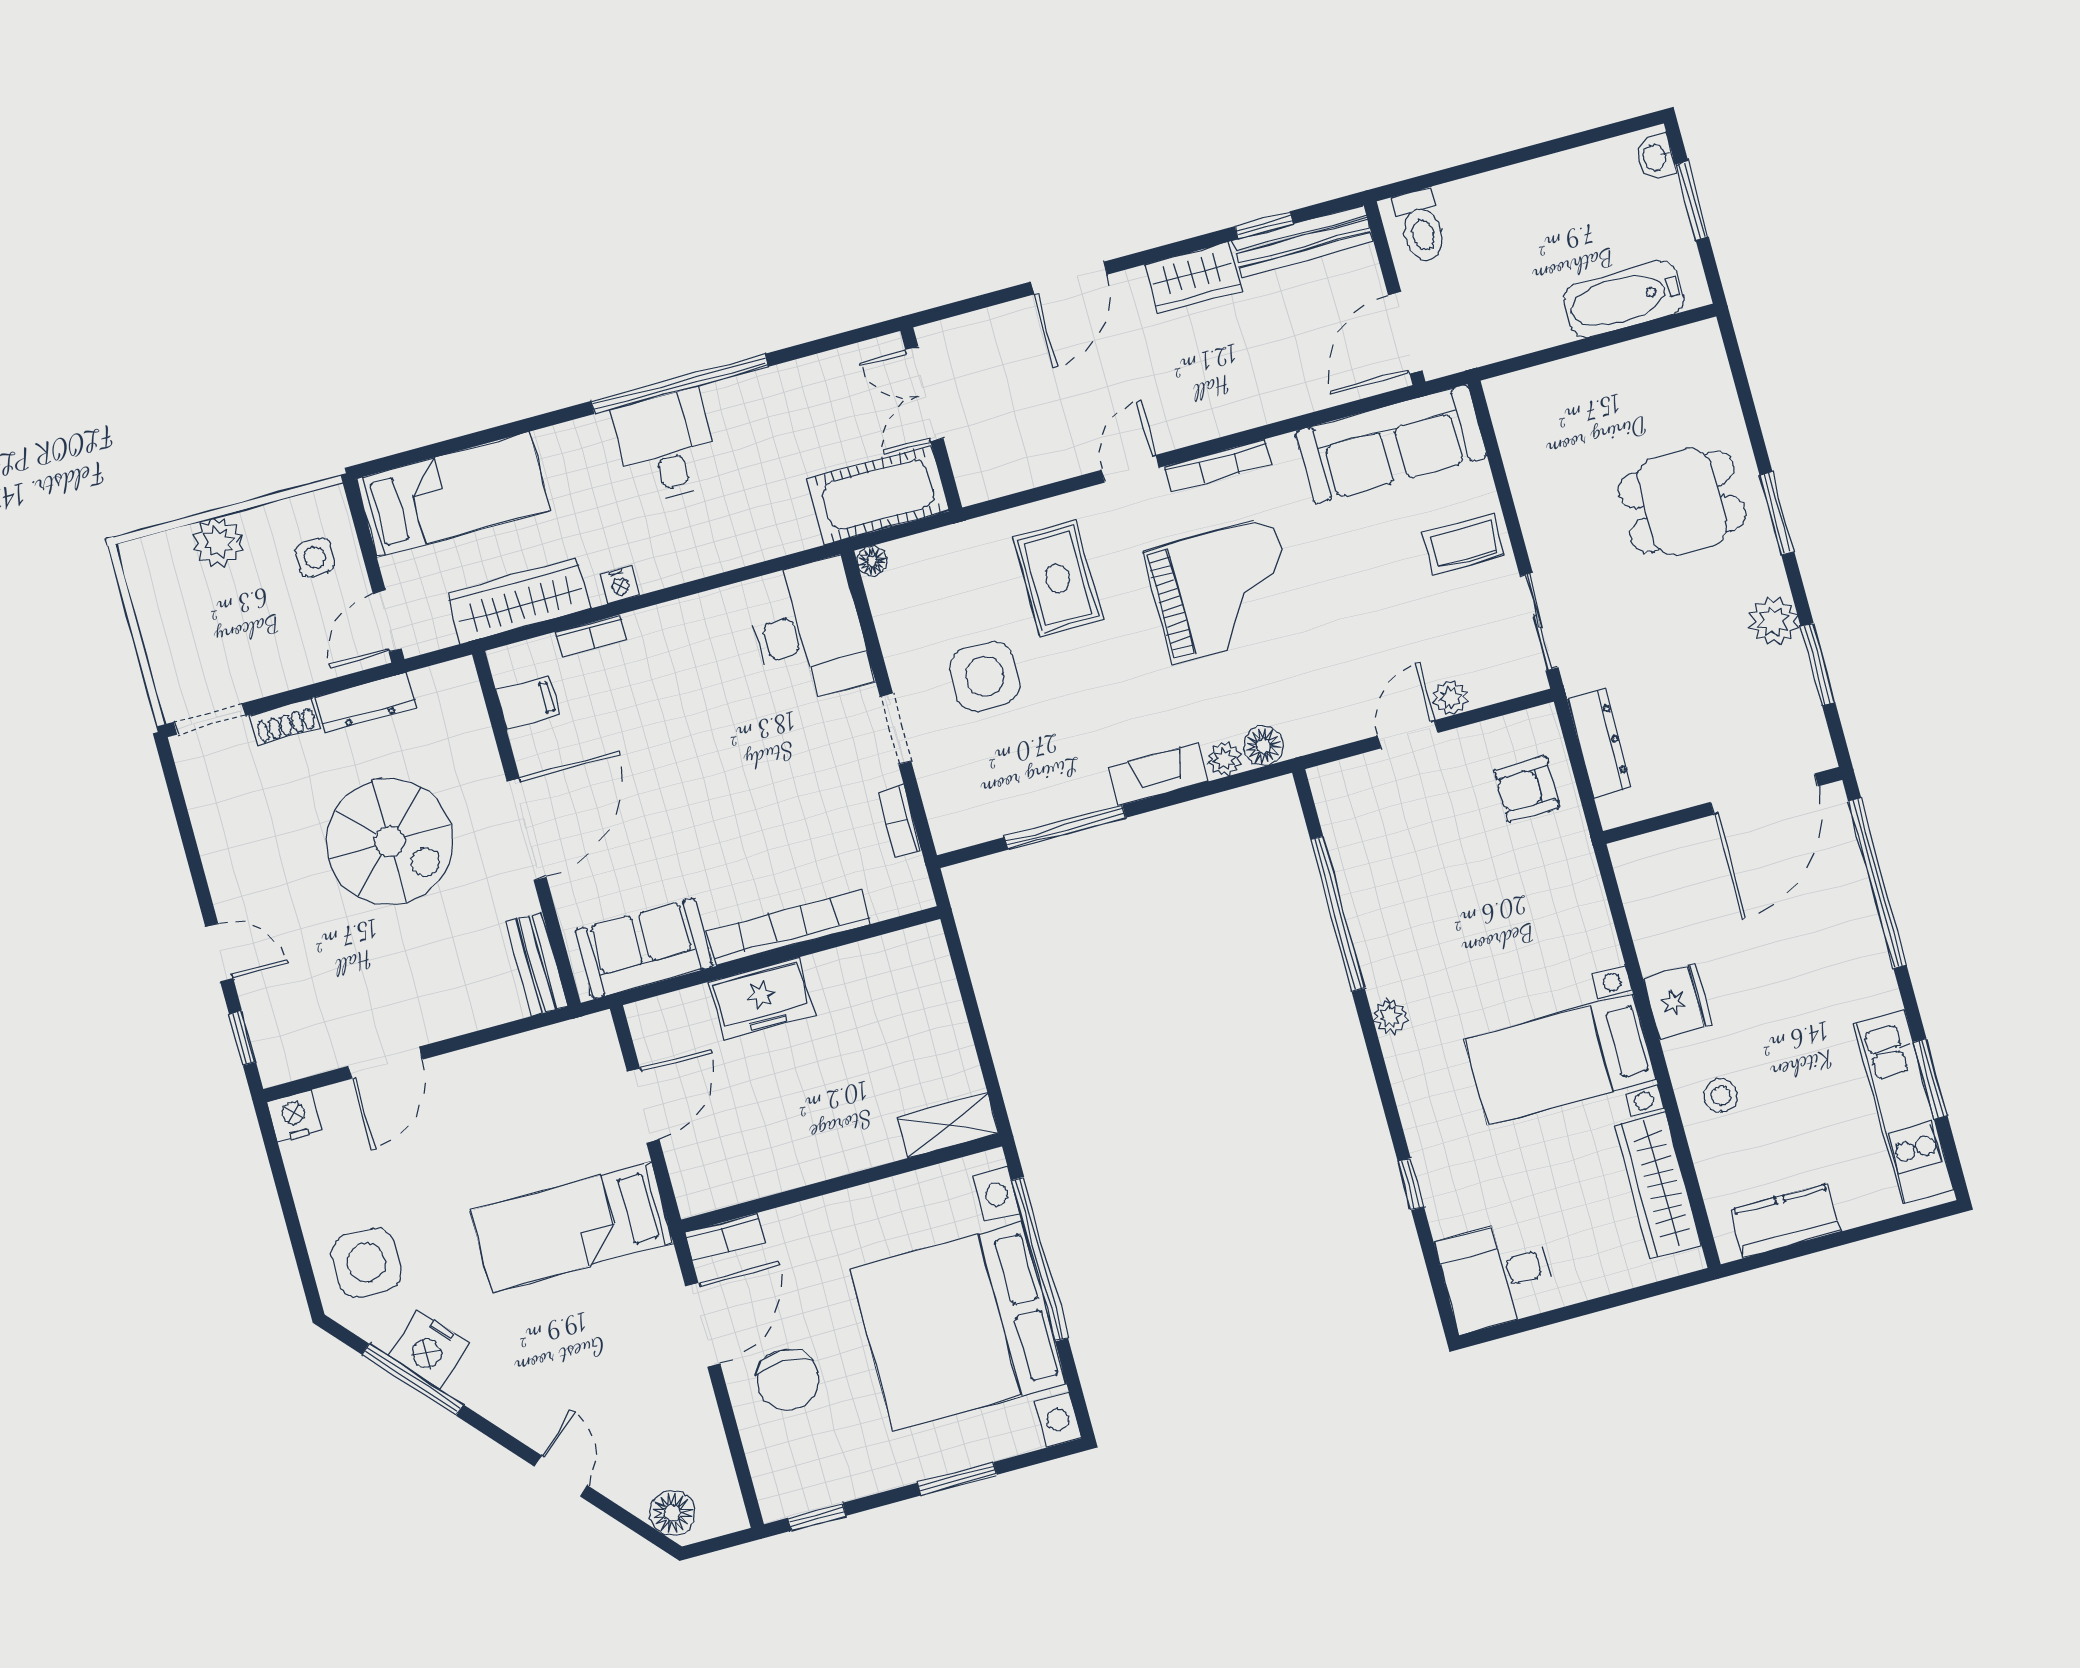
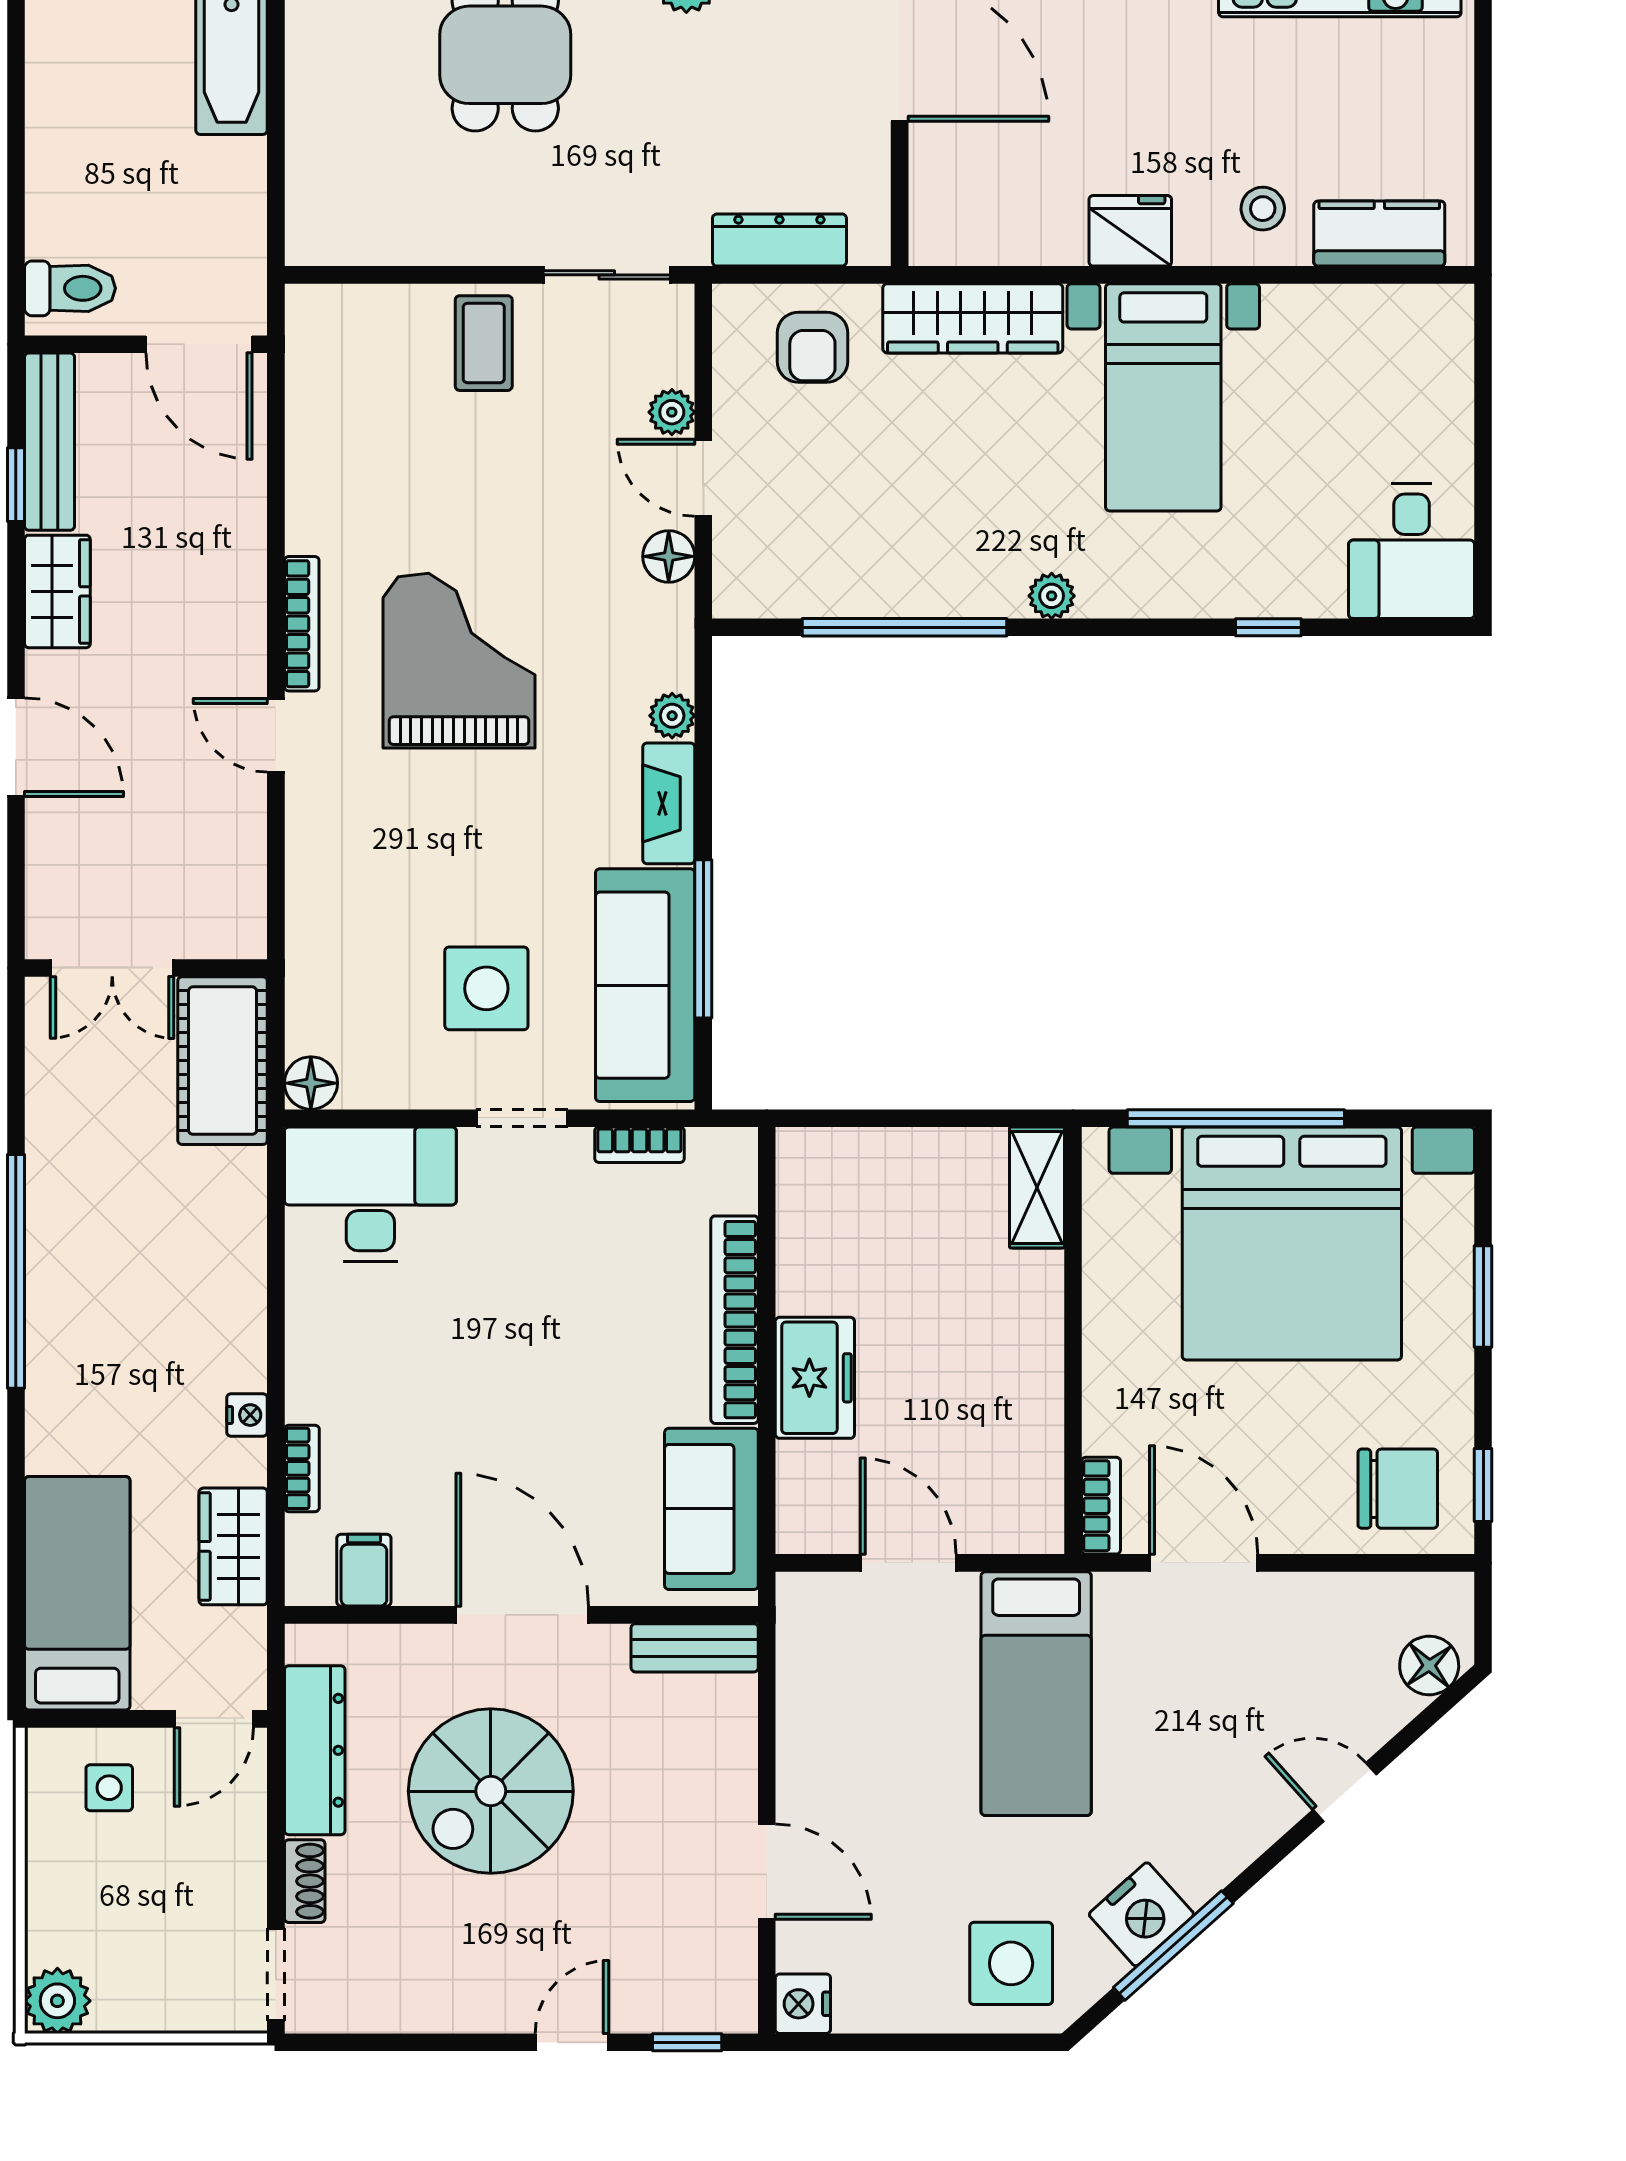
sofa: (1391, 444) -> (645, 985), moved, turned 180
desk: (667, 446) -> (89, 1309), removed
plant: (218, 542) -> (57, 2001), moved
floor lamp: (872, 561) -> (311, 1083), width x1.37, depth x1.37
rug: (1058, 578) -> (388, 864), removed
wardrobe: (519, 601) -> (233, 1546), width x0.67
door: (387, 621) -> (214, 1719), hinge flipped
dresser: (366, 703) -> (315, 1750), width x1.37, depth x1.24
floor lamp: (1263, 746) -> (669, 556), moved
spiral stairs: (389, 841) -> (491, 1791), turned 180
wardrobe: (1658, 1185) -> (973, 318), moved
kitchen counter: (1786, 1221) -> (1379, 234), moved, turned 90
chair: (788, 1380) -> (1398, 1489), moved

